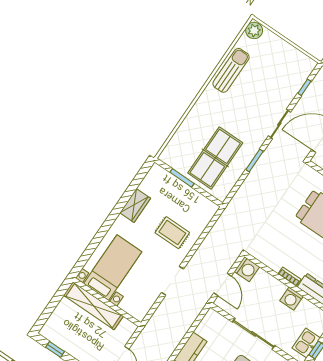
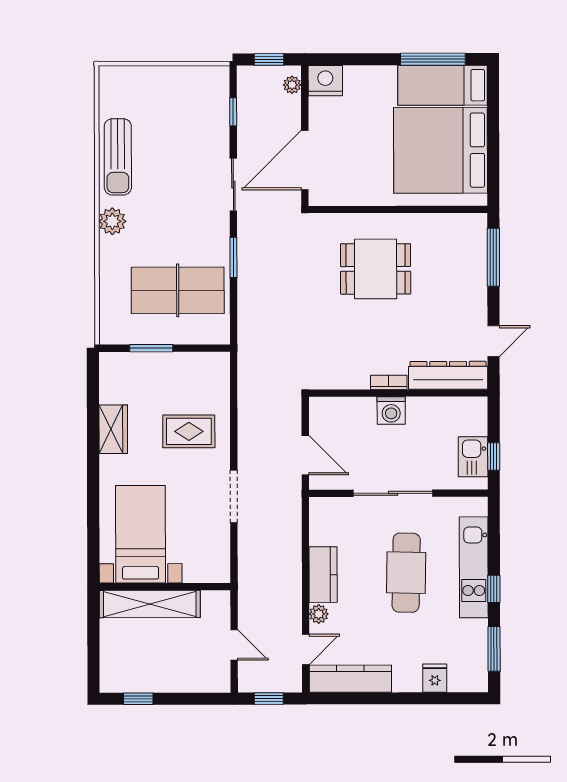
plant: (254, 30) -> (112, 221), moved
sun lounger: (231, 70) -> (118, 157), turned 180
table tennis table: (215, 158) -> (178, 290), turned 90
washing machine: (247, 269) -> (324, 412), removed
washing machine: (291, 299) -> (391, 411), moved

